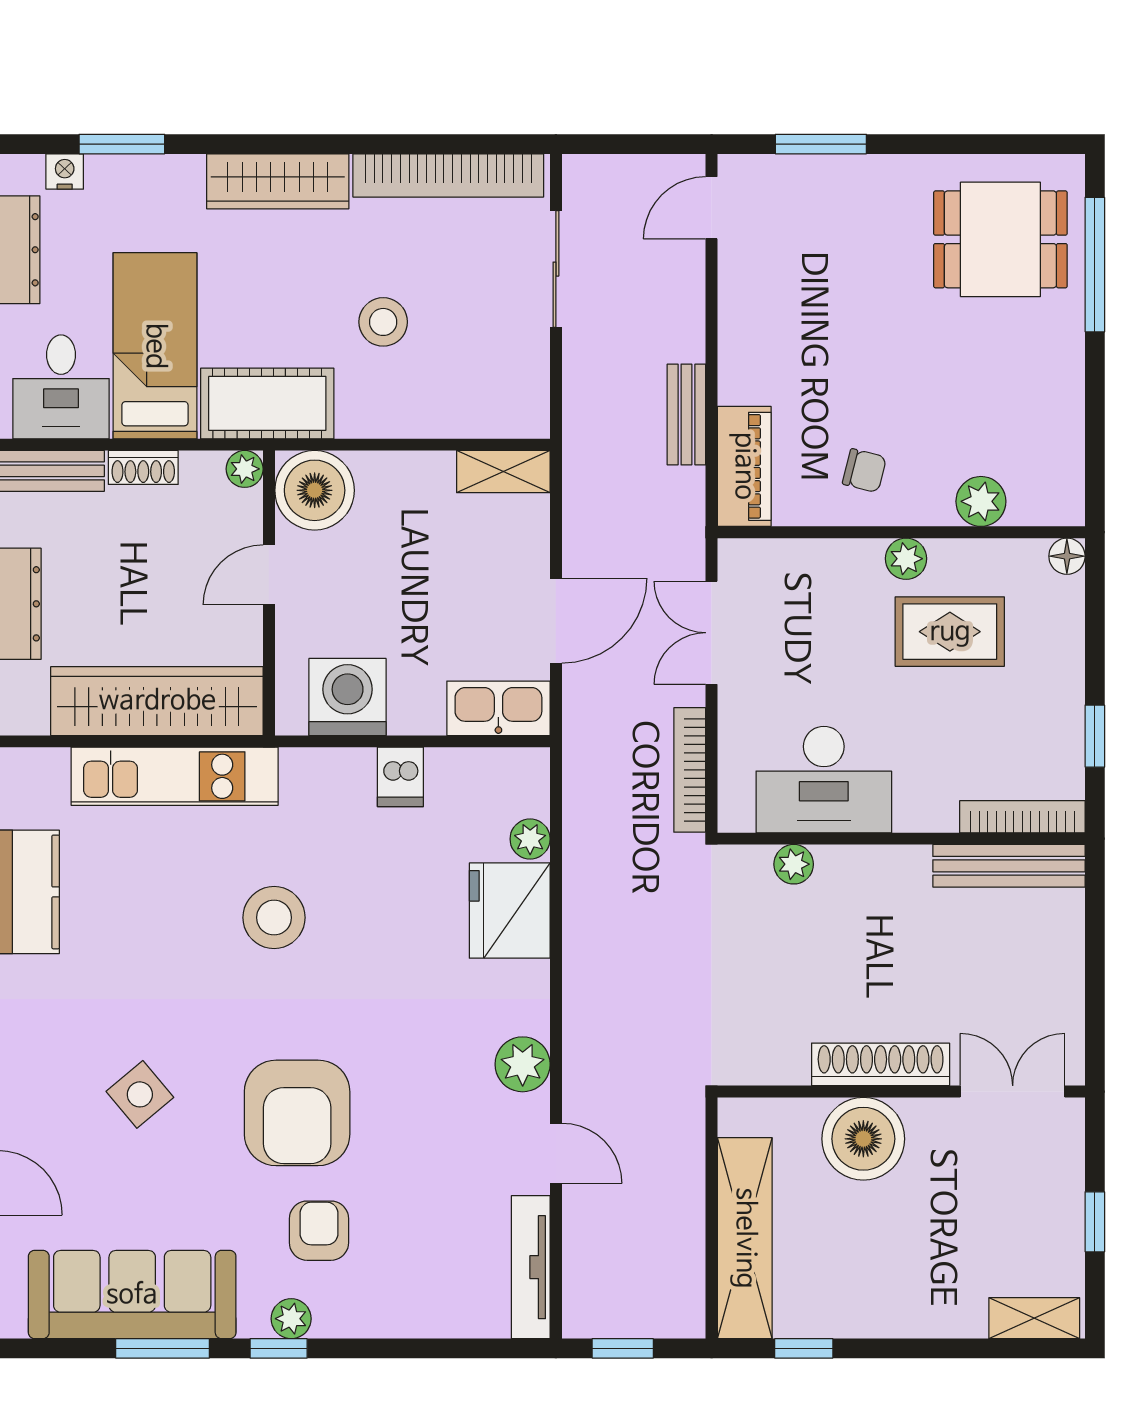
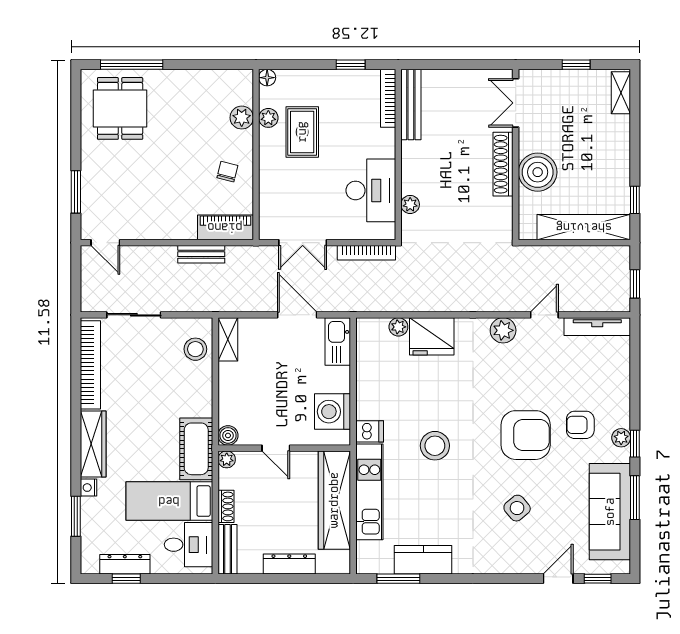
nightstand: (65, 171) -> (89, 488), moved
stool: (383, 322) -> (195, 349), moved
boiler: (315, 490) -> (228, 435), width x0.54, depth x0.54
plant: (906, 559) -> (268, 118), moved
dishwasher: (400, 777) -> (370, 431), moved

